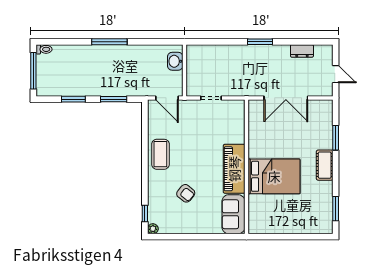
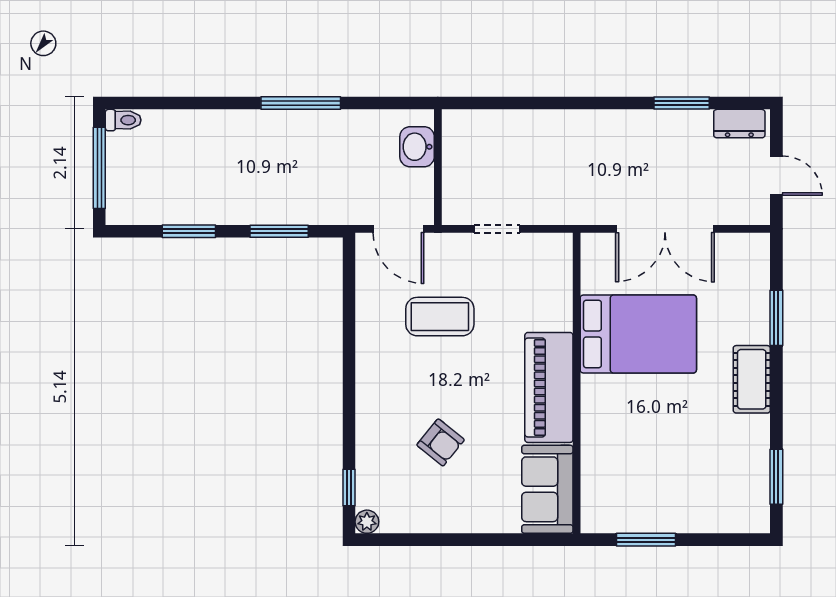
window: (109, 42) -> (301, 103), moved
window: (260, 42) -> (682, 103), moved
dresser: (302, 51) -> (739, 124), moved
coffee table: (160, 154) -> (440, 317), moved, turned 90
bed: (274, 176) -> (638, 334), moved
window: (277, 237) -> (646, 540), added

